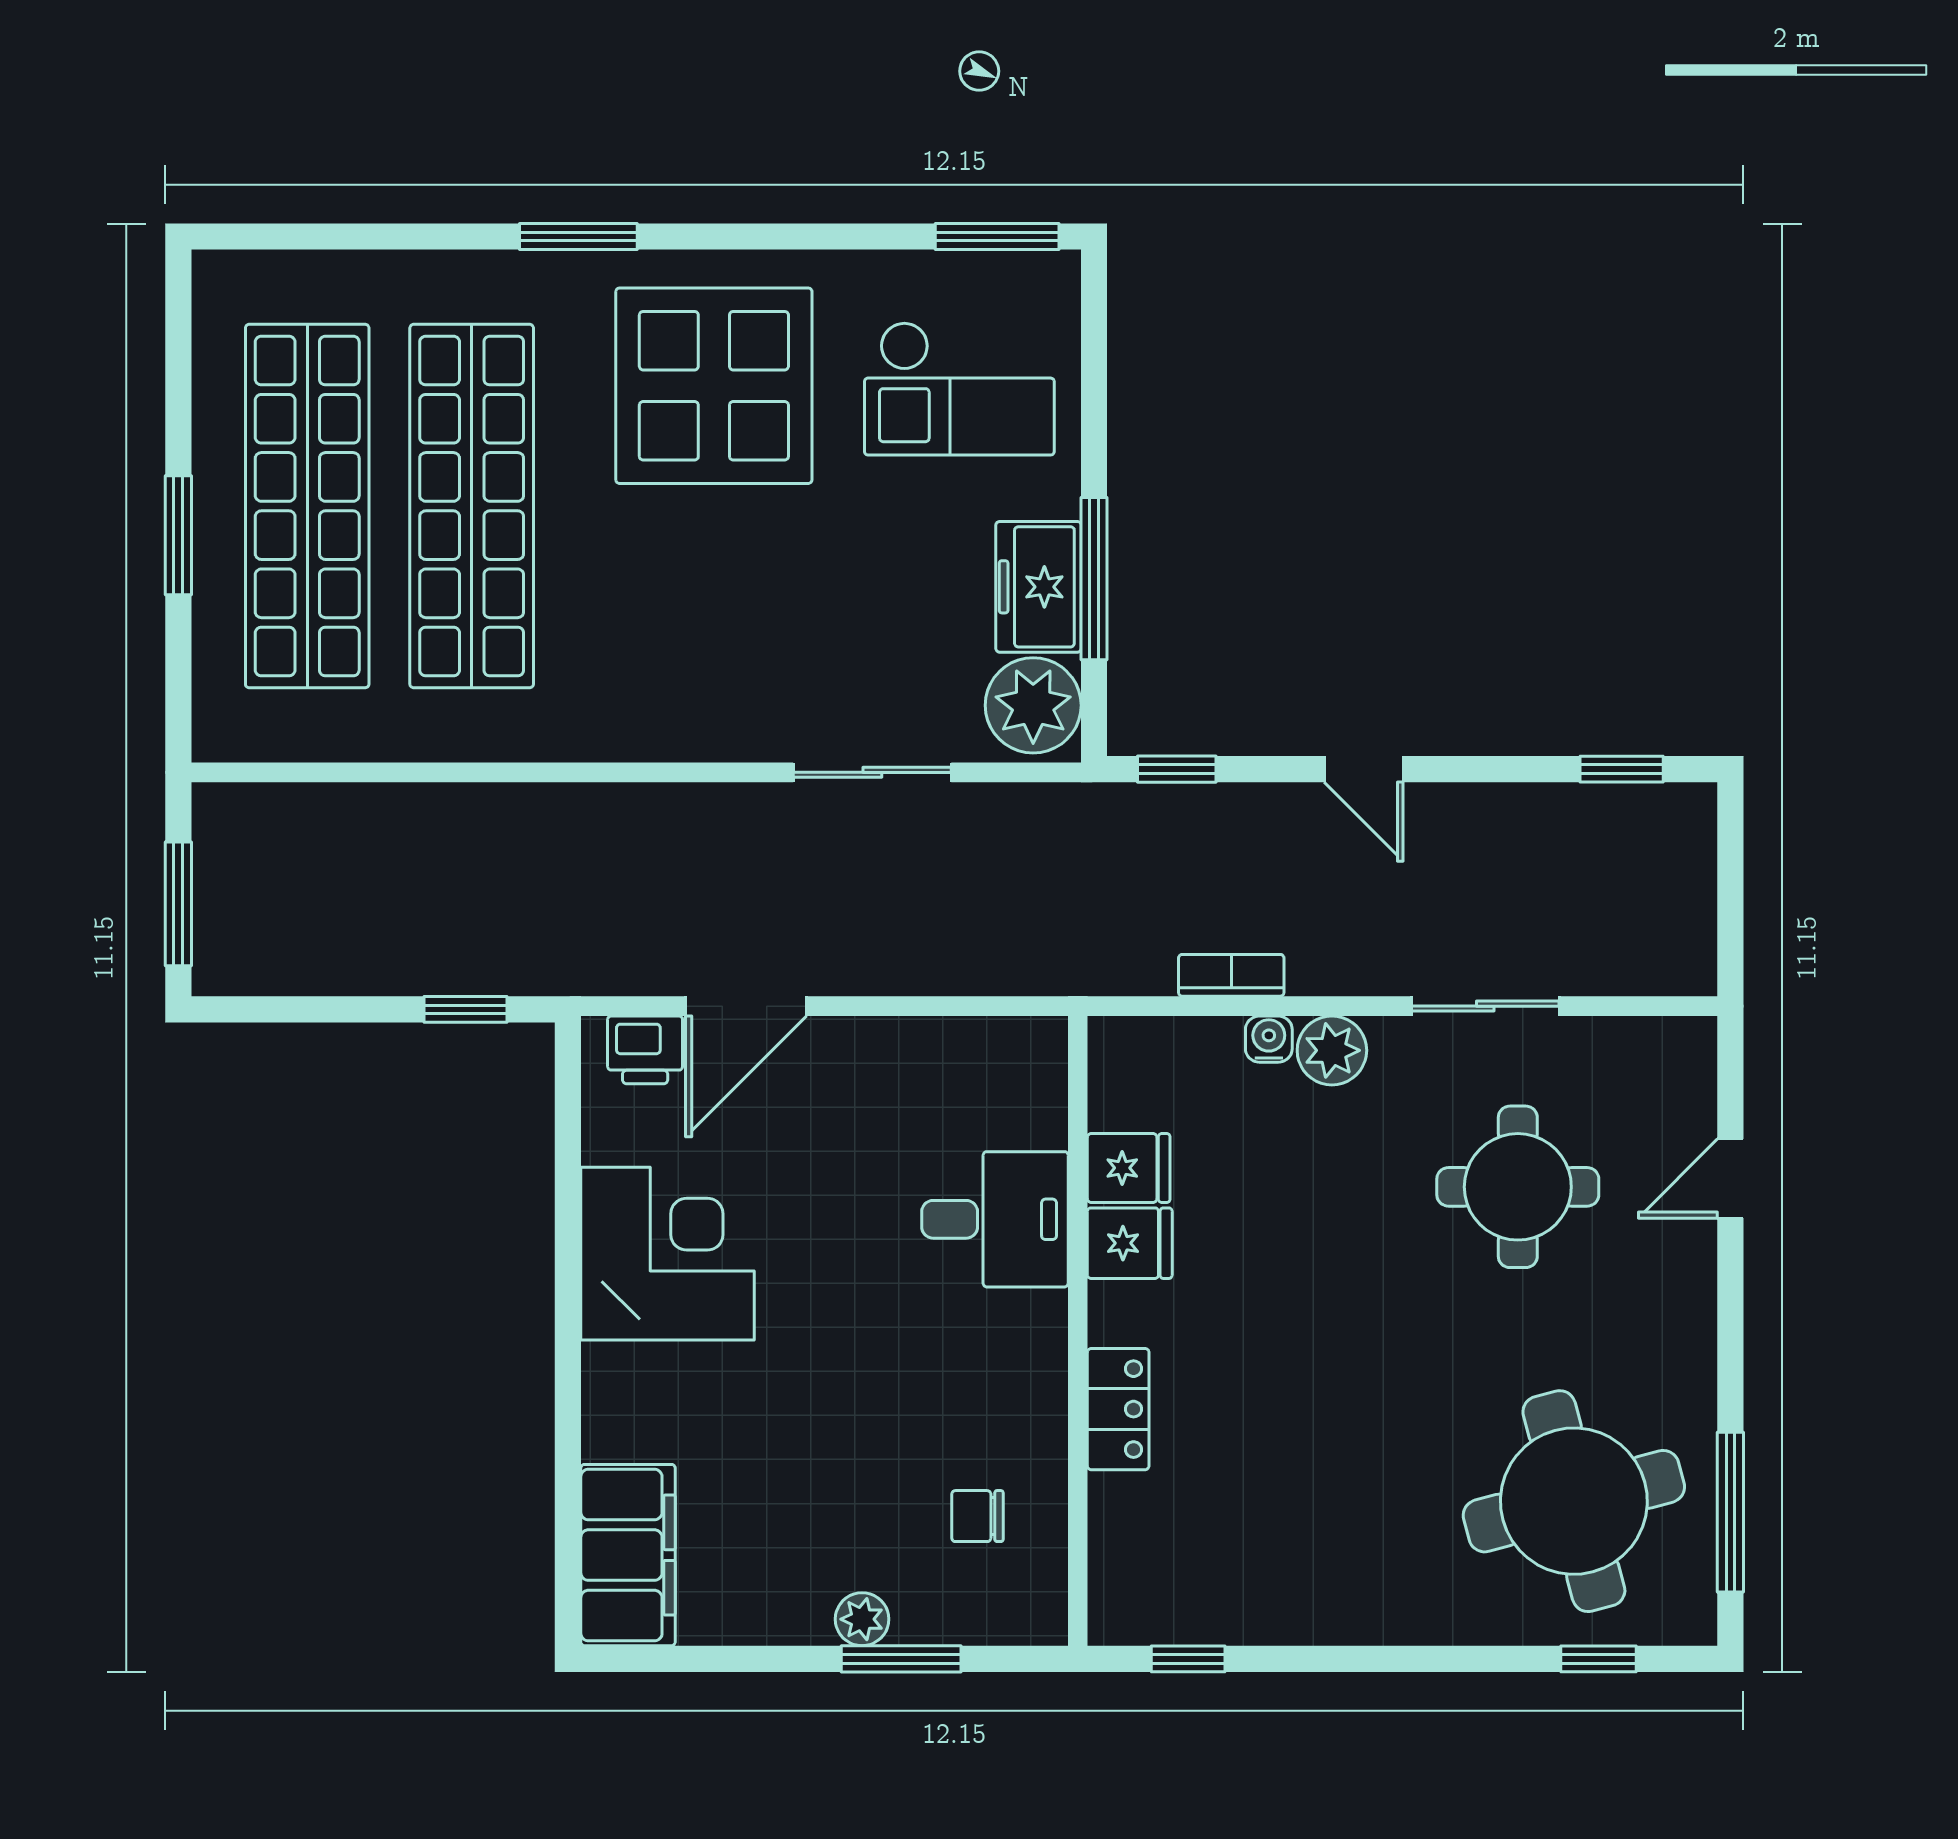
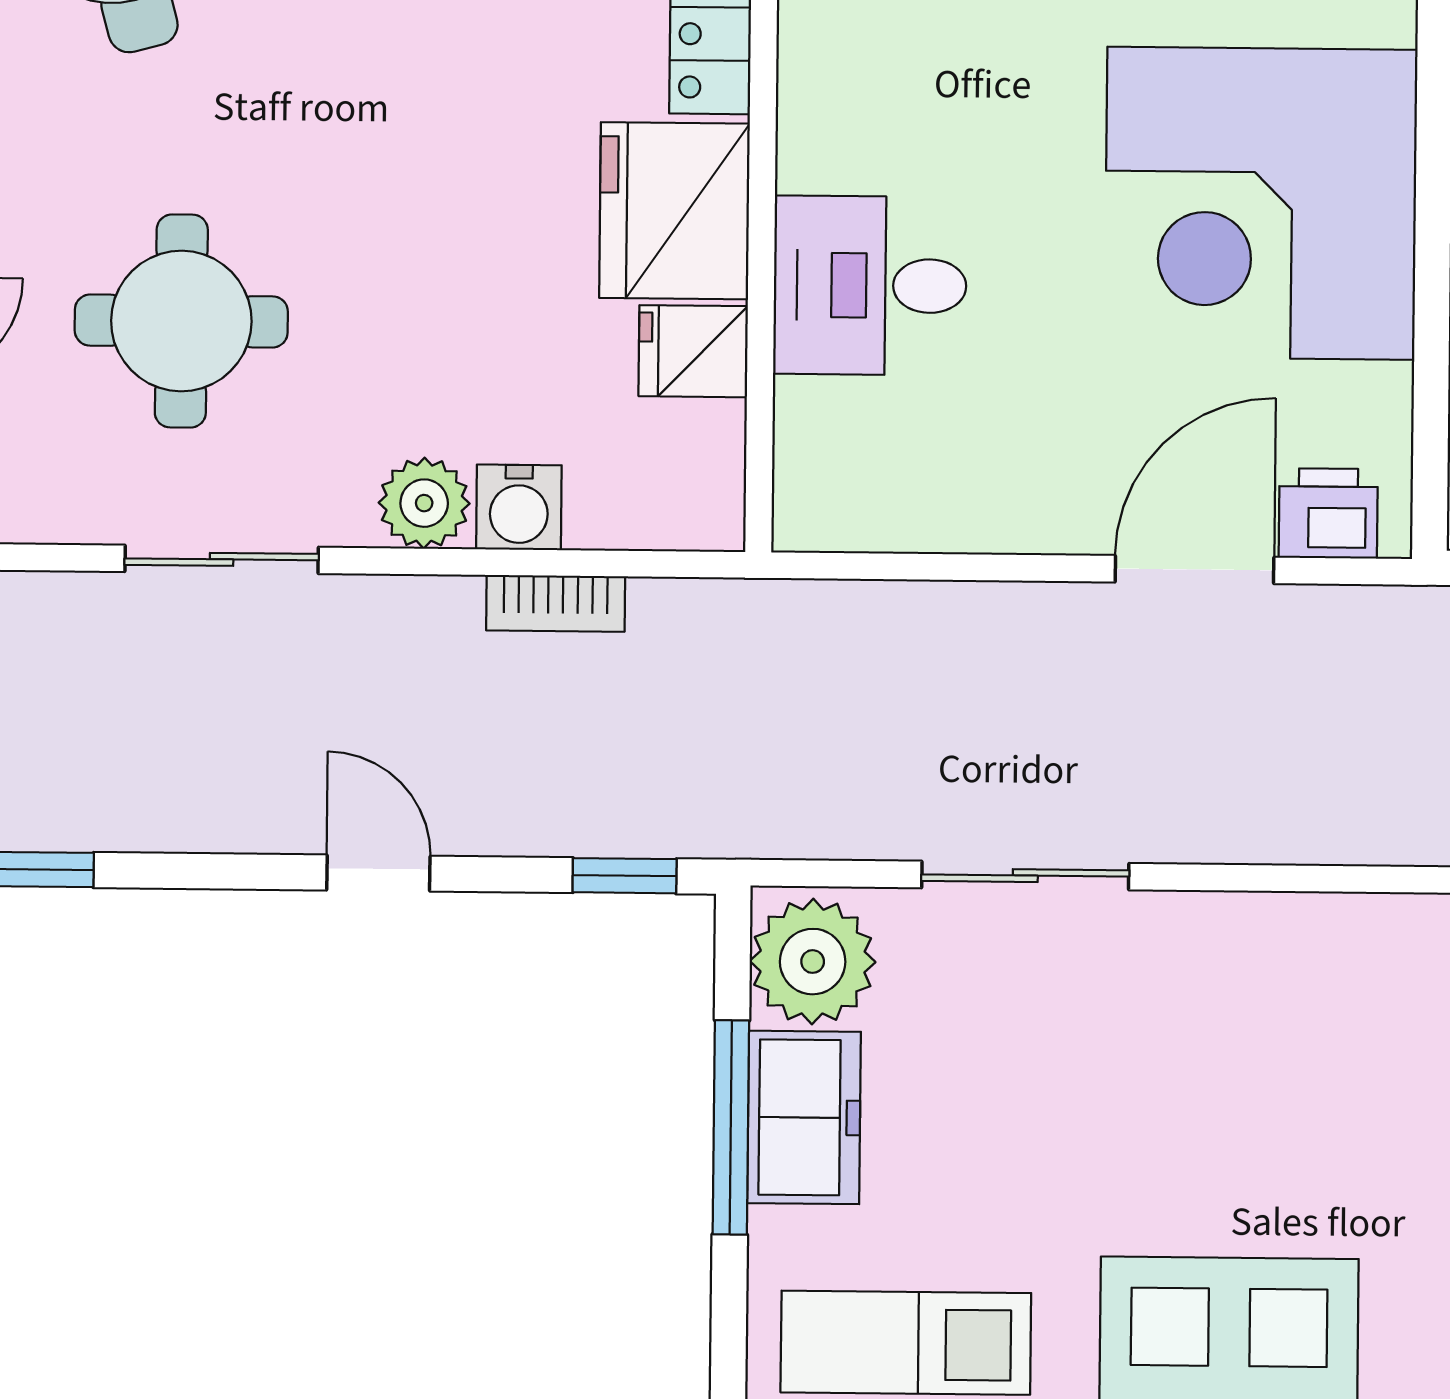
water cooler: (1269, 1039) -> (519, 507), width x1.38, depth x1.38
fridge: (1130, 1243) -> (674, 211), width x1.88, depth x1.34
corner desk: (668, 1254) -> (1261, 203), width x1.36, depth x1.36

